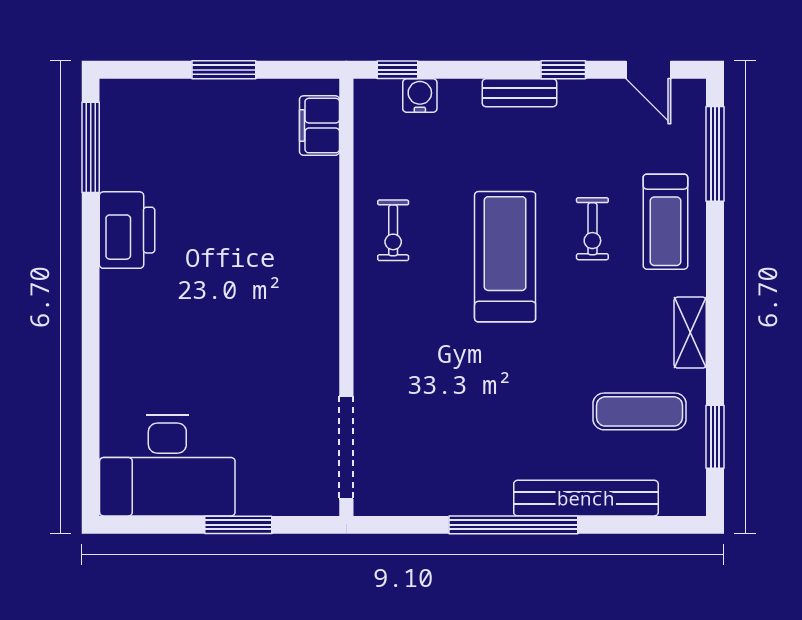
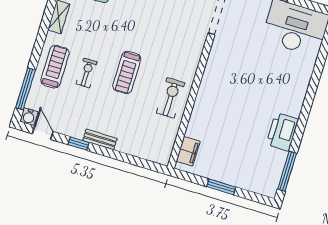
window: (398, 70) -> (148, 165), removed
water cooler: (420, 96) -> (29, 117), moved
exercise bike: (393, 230) -> (171, 98), width x1.38, depth x1.39
treadmill: (505, 257) -> (127, 72), width x0.73, depth x0.73

